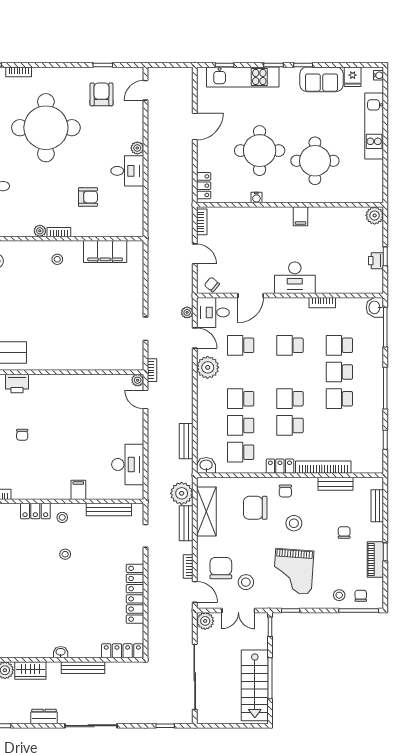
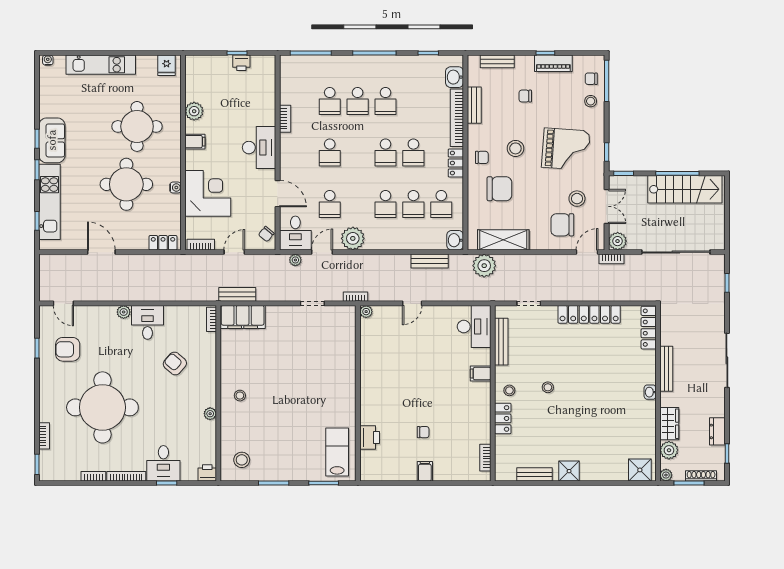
fridge: (353, 77) -> (167, 65), moved, turned 90
sofa: (322, 79) -> (52, 140), moved
armchair: (88, 197) -> (175, 363), turned -49
plant: (375, 215) -> (194, 111), moved
corner desk: (251, 229) -> (208, 193), added
bookcase: (59, 232) -> (211, 319), moved
filing cabinet: (105, 252) -> (243, 317), moved, turned 90
washbasin: (375, 307) -> (455, 77), moved, turned 90
door: (146, 399) -> (412, 303), moved
desk: (128, 464) -> (474, 327), moved, turned 90
chair: (255, 508) -> (499, 189), turned -90
bench: (186, 523) -> (237, 294), moved
bookcase: (188, 566) -> (611, 259), moved
dresser: (44, 717) -> (717, 431), moved

